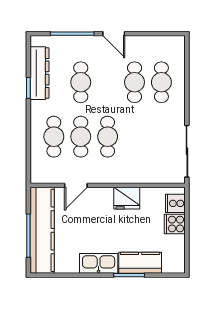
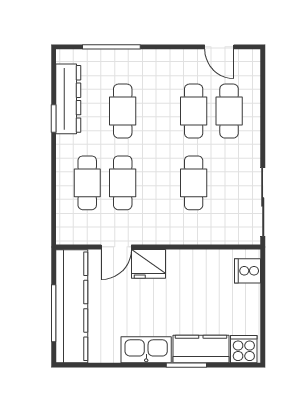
door: (114, 34) -> (219, 47), moved
cafe table: (108, 137) -> (194, 183), moved
fridge: (127, 198) -> (149, 264), moved
cooker: (175, 224) -> (244, 349), moved, turned 90

